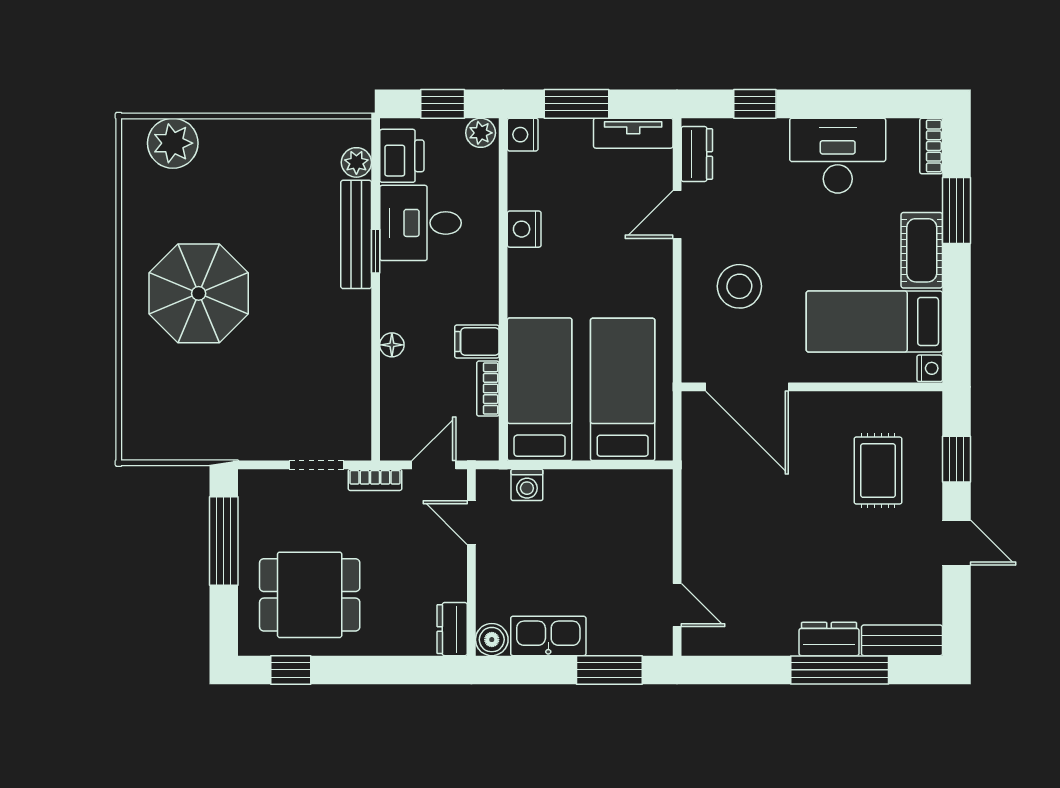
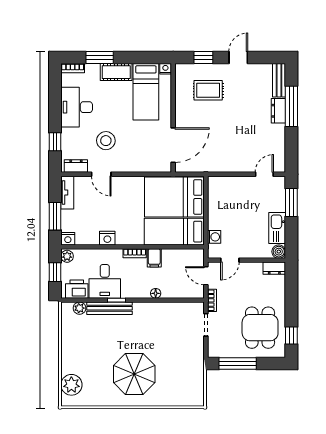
stool: (739, 286) -> (106, 141), moved
bookcase: (488, 389) -> (135, 253), moved
bed: (623, 389) -> (174, 197), width x1.50

